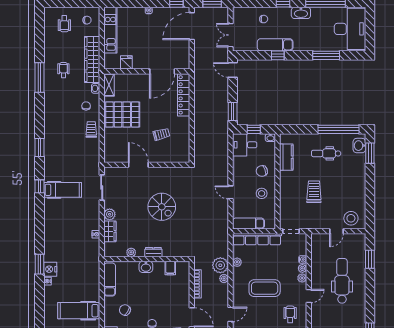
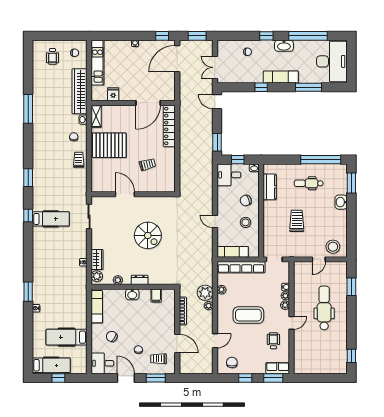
exam couch: (275, 45) -> (281, 77), moved
wheelchair: (63, 70) -> (52, 102), removed
washbasin: (359, 146) -> (341, 202), moved
plant: (110, 214) -> (97, 276), moved
nightstand: (50, 269) -> (39, 297), removed

